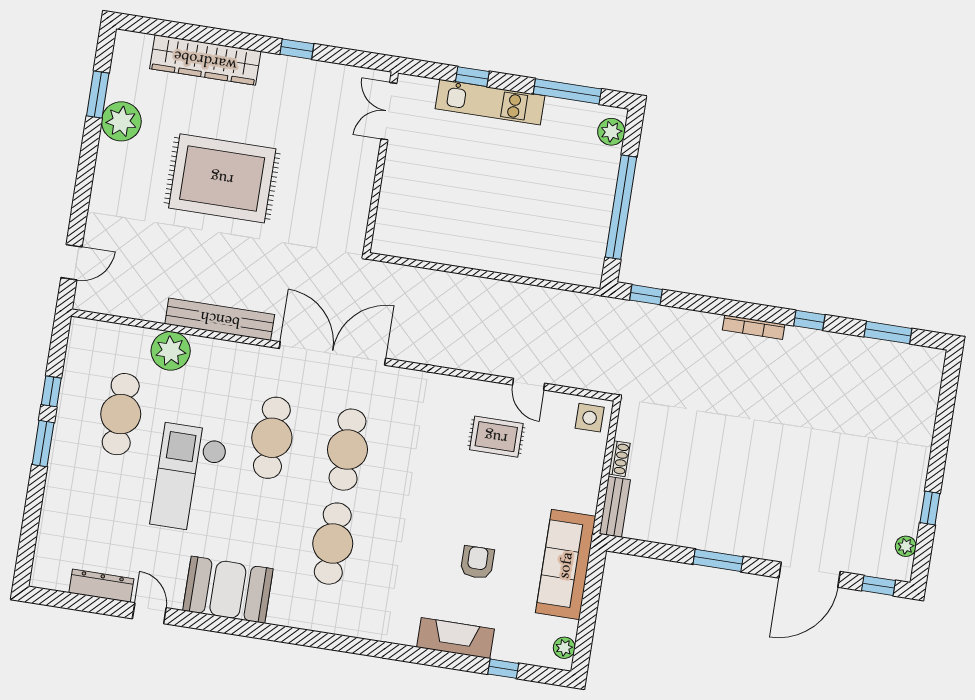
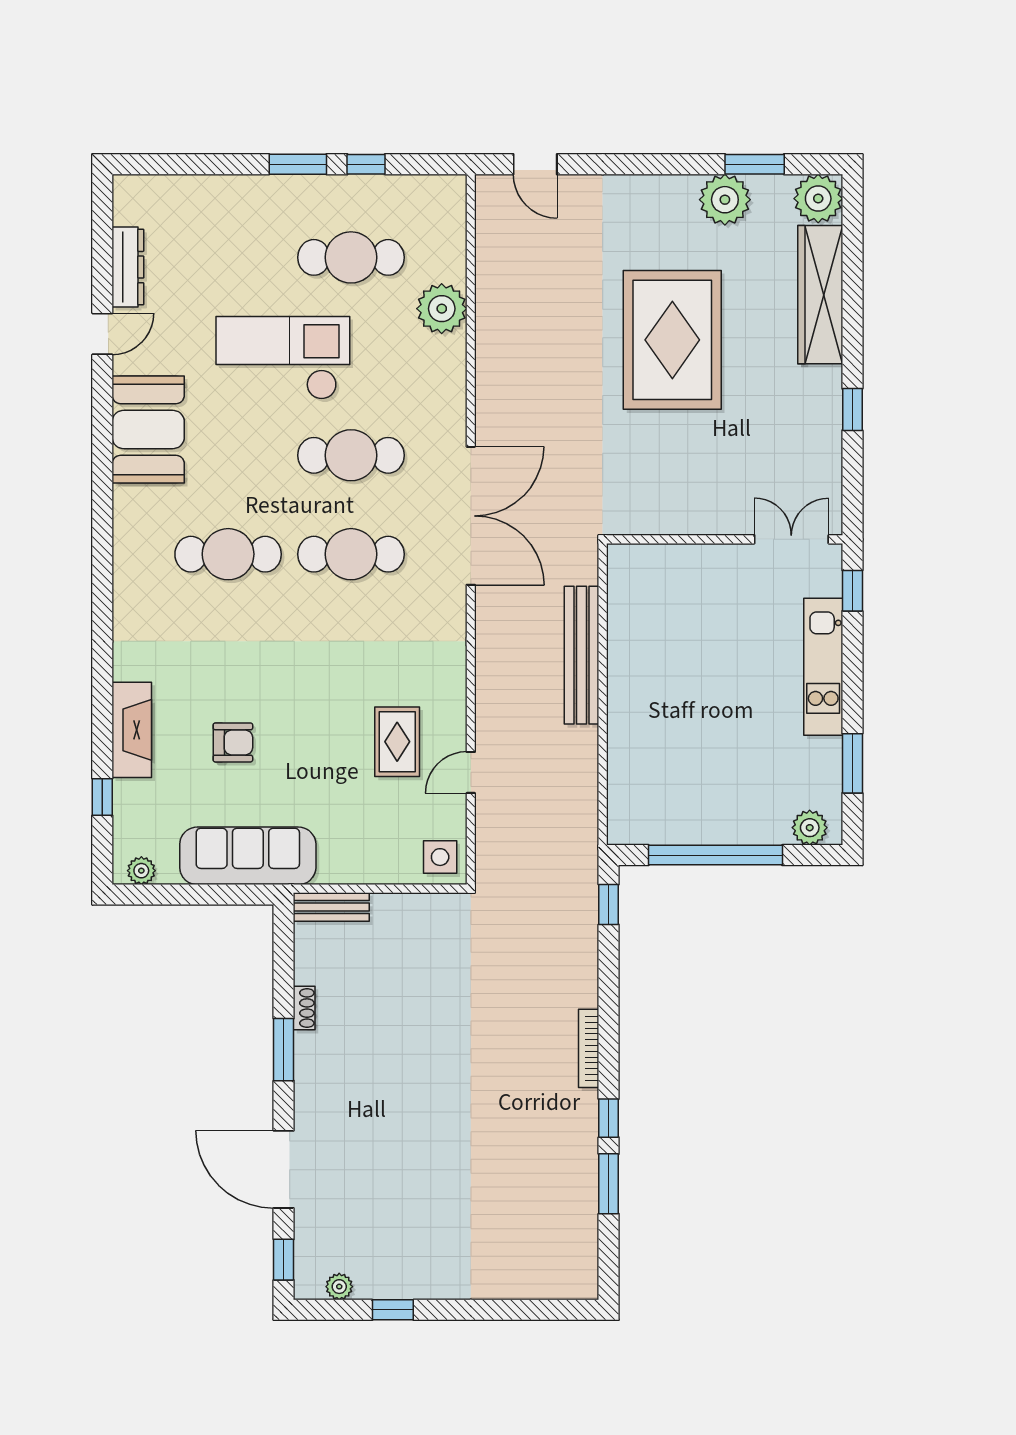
plant: (132, 50) -> (818, 199), added
window: (472, 77) -> (852, 591), moved
window: (567, 91) -> (852, 763), width x0.69
bench: (220, 319) -> (581, 655), moved
window: (888, 333) -> (609, 1184), moved
shoe rack: (619, 459) -> (304, 1008), moved, turned -90

